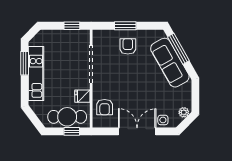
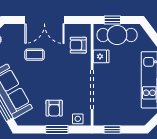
coffee table: (147, 98) -> (35, 55), added
armchair: (105, 107) -> (78, 45), turned -90
side table: (163, 120) -> (78, 119), moved

